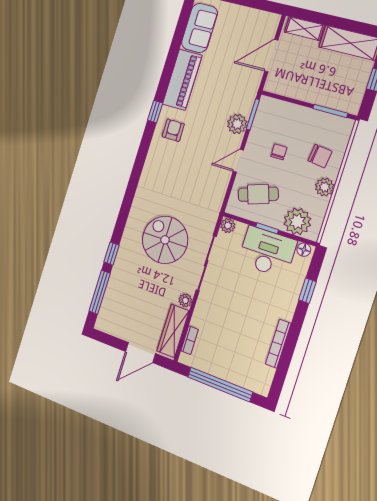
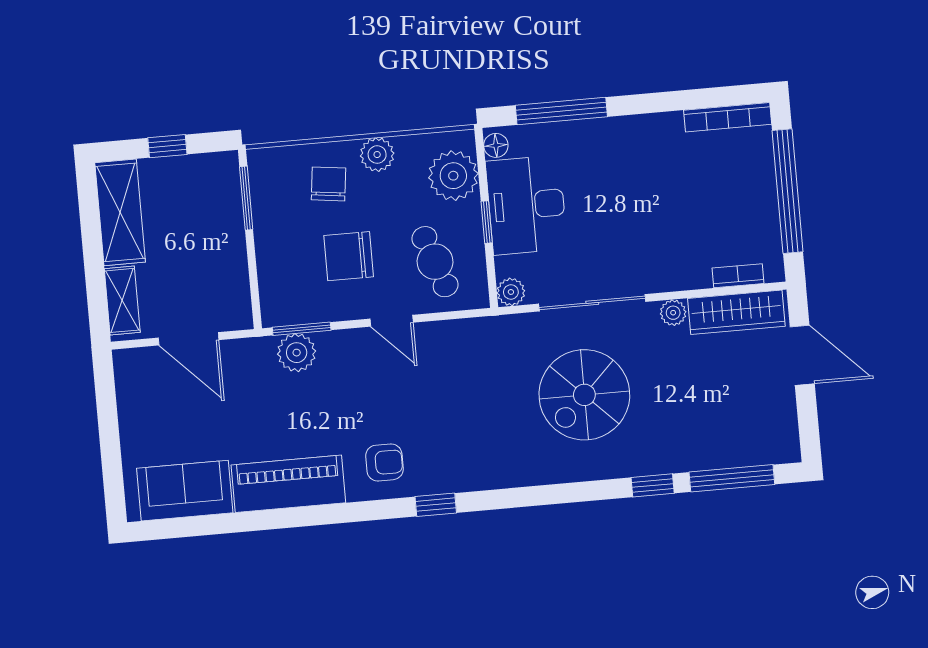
window: (155, 112) -> (436, 505), moved
plant: (237, 124) -> (297, 353), moved
armchair: (173, 130) -> (384, 462), turned 180
chair: (279, 152) -> (349, 256), width x1.87, depth x1.87
window: (307, 291) -> (561, 111), width x2.17
bookcase: (278, 344) -> (728, 117), moved

